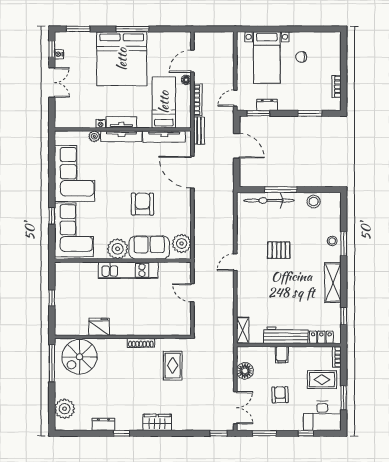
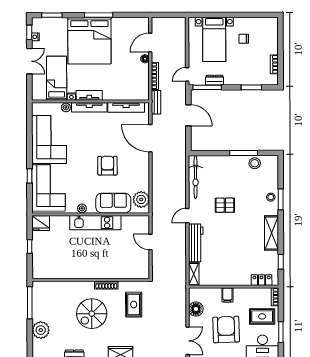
bed: (164, 102) -> (57, 78), moved
window: (258, 113) -> (207, 87), width x1.44
window: (281, 190) -> (244, 153), moved
bicycle: (269, 200) -> (196, 177), moved, turned -90
plant: (118, 249) -> (82, 208), width x0.53, depth x0.53
fridge: (99, 327) -> (41, 223), moved, turned 180
workbench: (286, 335) -> (196, 243), moved, turned 90
spiral stairs: (80, 357) -> (92, 314), moved
armchair: (280, 395) -> (226, 330), width x1.88, depth x1.88
plant: (65, 409) -> (41, 330), moved

